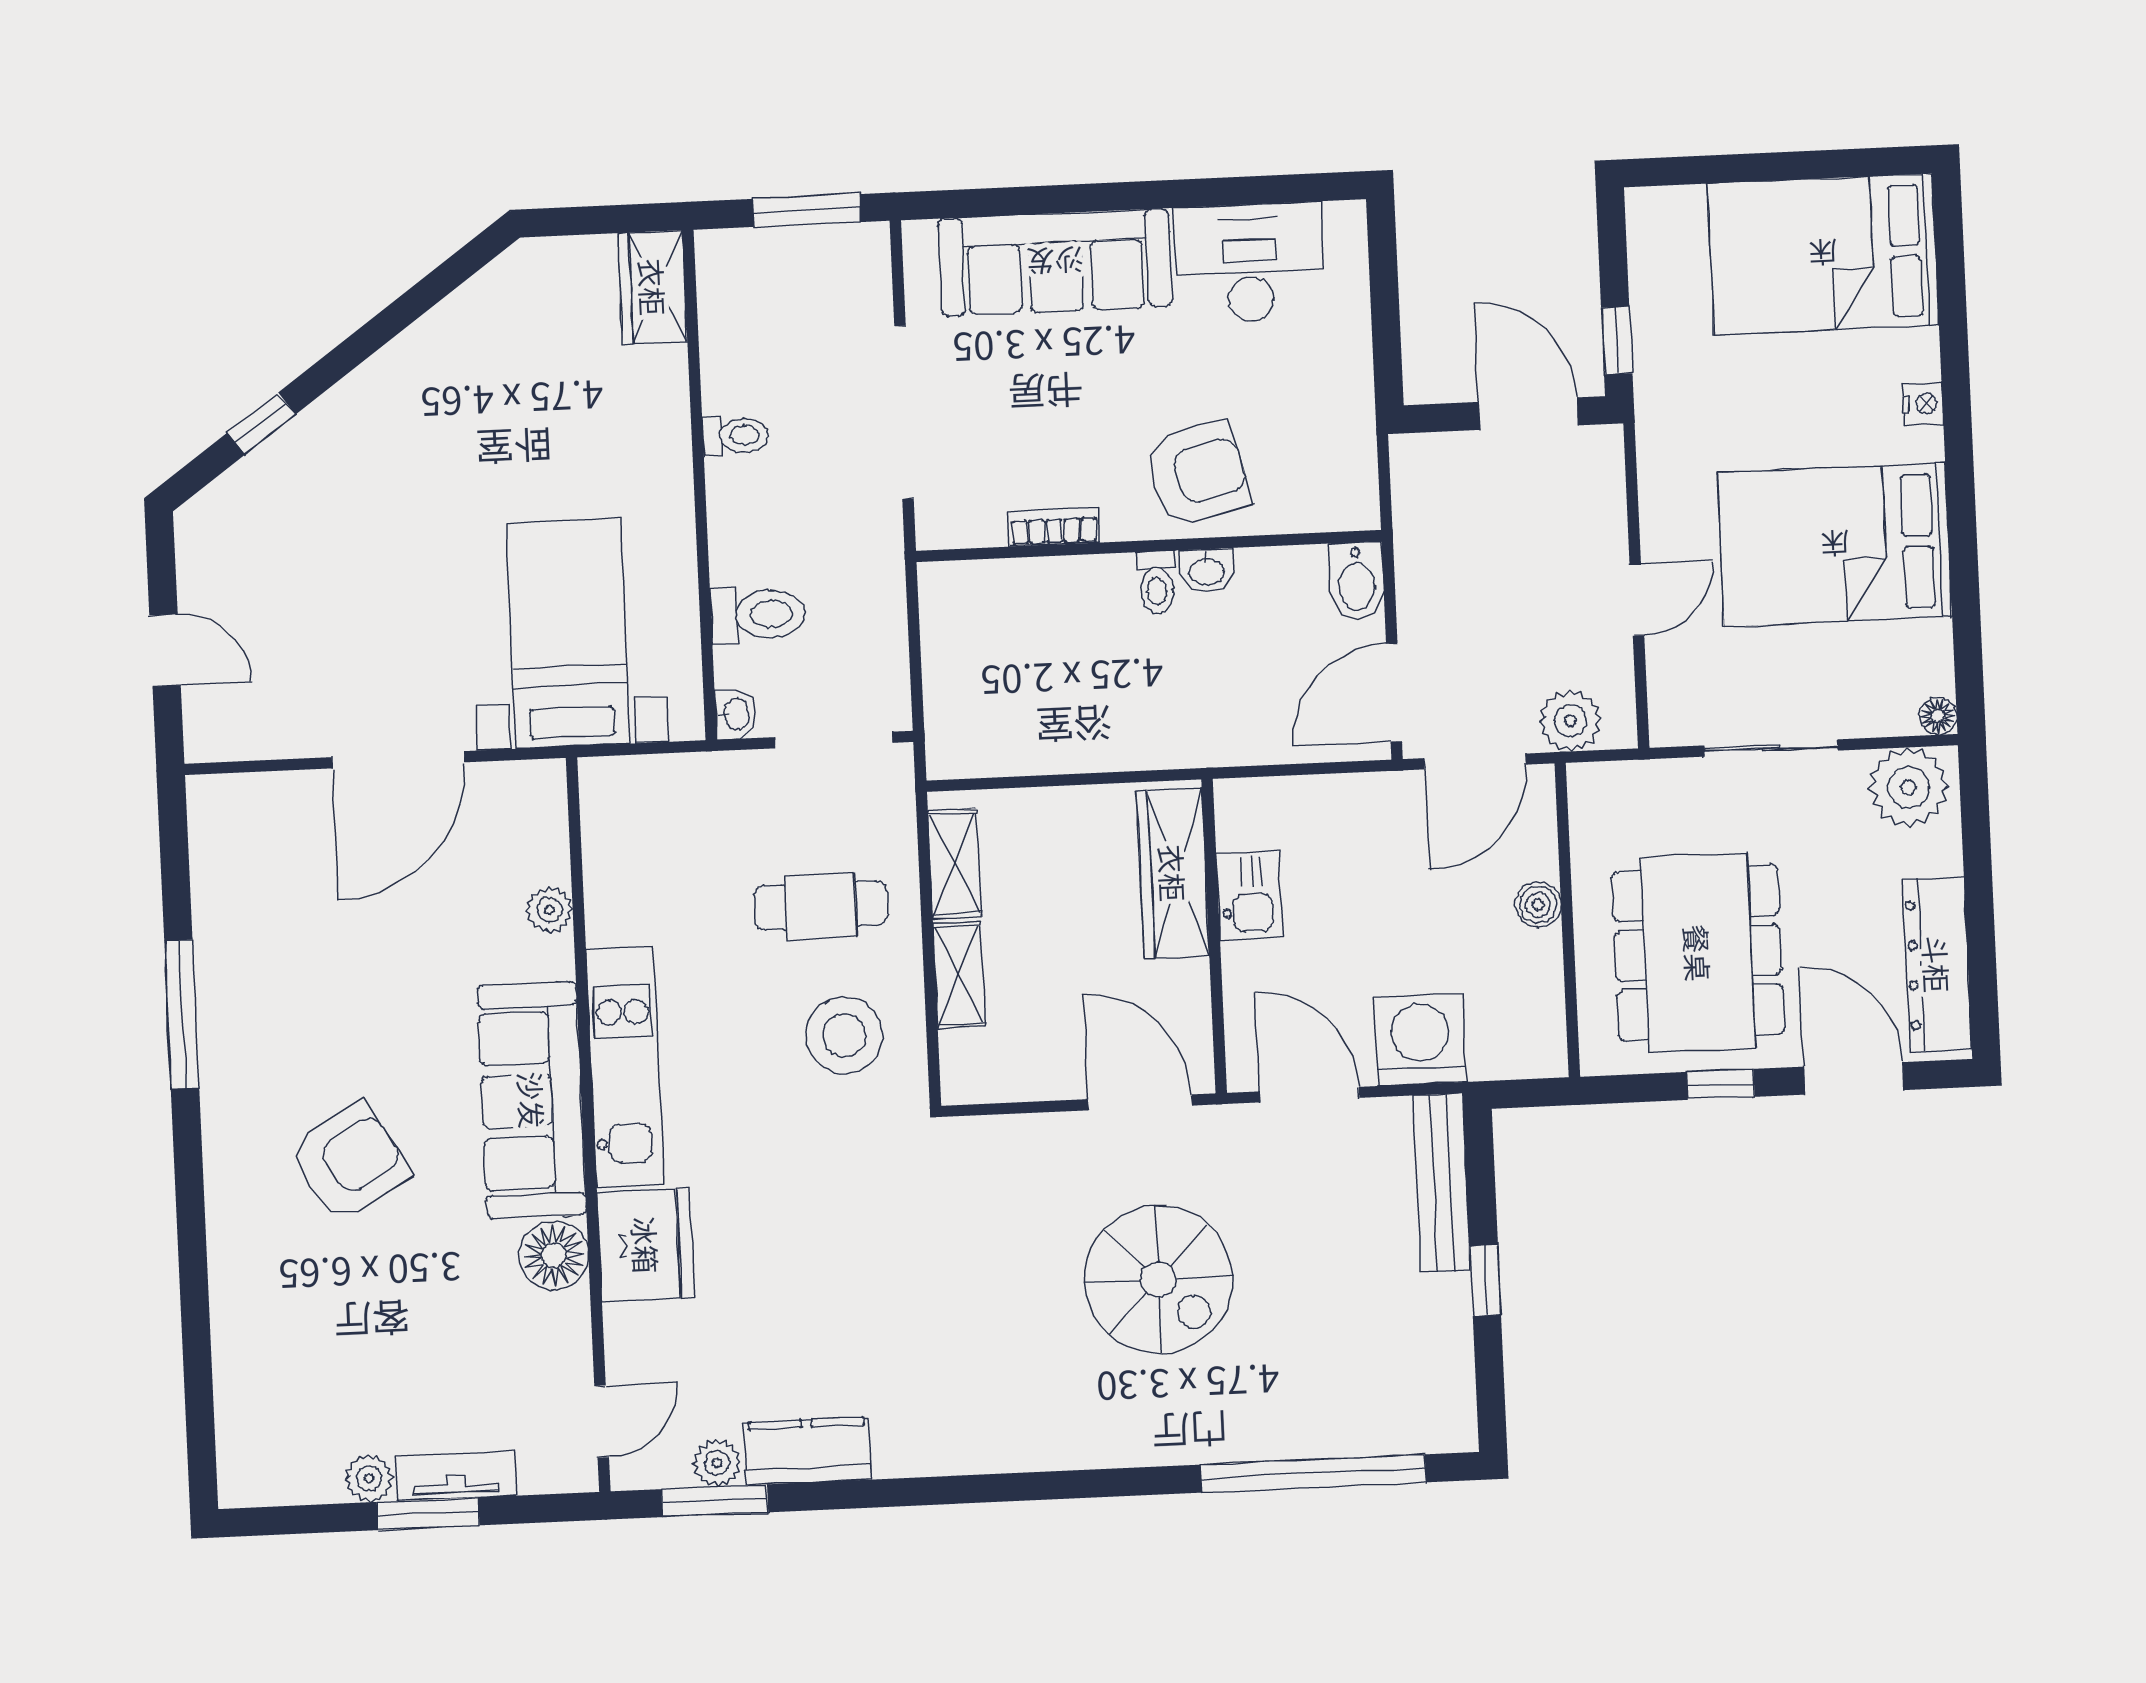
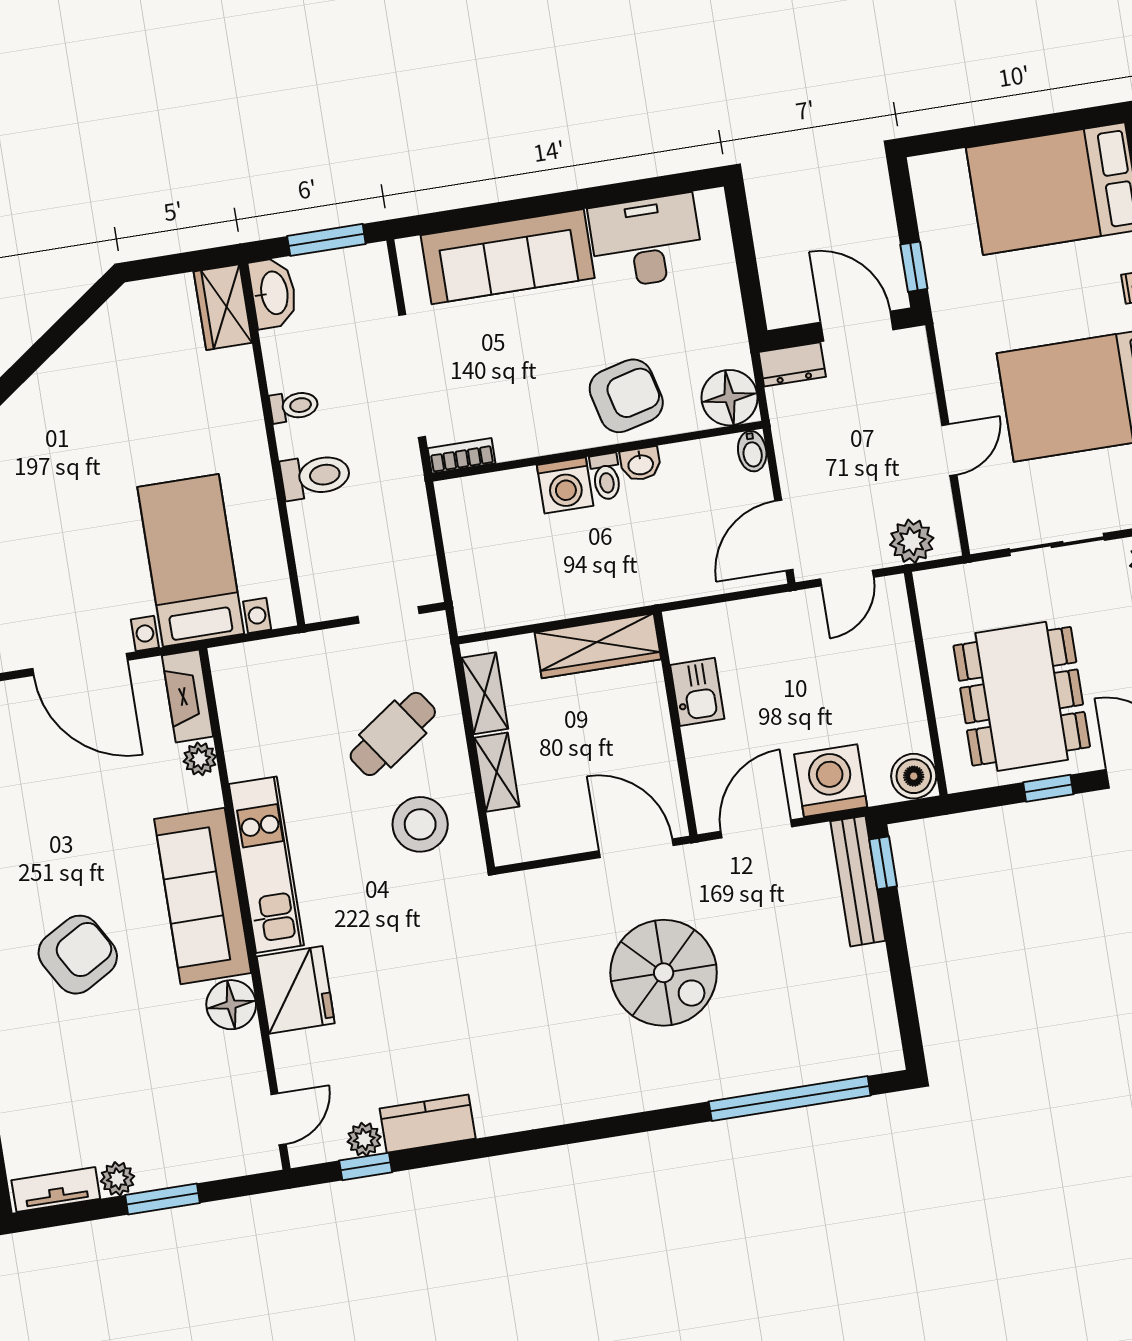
dresser: (1433, 457) -> (792, 364), added
floor lamp: (1340, 493) -> (730, 398), added
bookcase: (1054, 527) -> (462, 456), moved
bidet: (1356, 581) -> (752, 451), width x0.72, depth x0.74
washing machine: (1099, 588) -> (565, 485), added
toilet: (758, 614) -> (316, 476), moved
washbasin: (736, 714) -> (273, 293), moved, width x1.91, depth x1.45
doorway: (834, 740) -> (389, 615), width x0.73
door: (398, 760) -> (80, 664), hinge flipped
door: (1475, 761) -> (847, 578), width x0.73
fireplace: (542, 821) -> (188, 696), added
wardrobe: (1173, 873) -> (598, 646), moved, turned -90
boiler: (1538, 905) -> (914, 776), moved, width x1.36, depth x1.36
cafe table: (821, 906) -> (393, 734), turned -35
door: (1310, 1095) -> (756, 829), hinge flipped
window: (1485, 1280) -> (883, 863), moved
tv unit: (456, 1476) -> (56, 1189), moved
window: (715, 1501) -> (366, 1166), width x0.67

